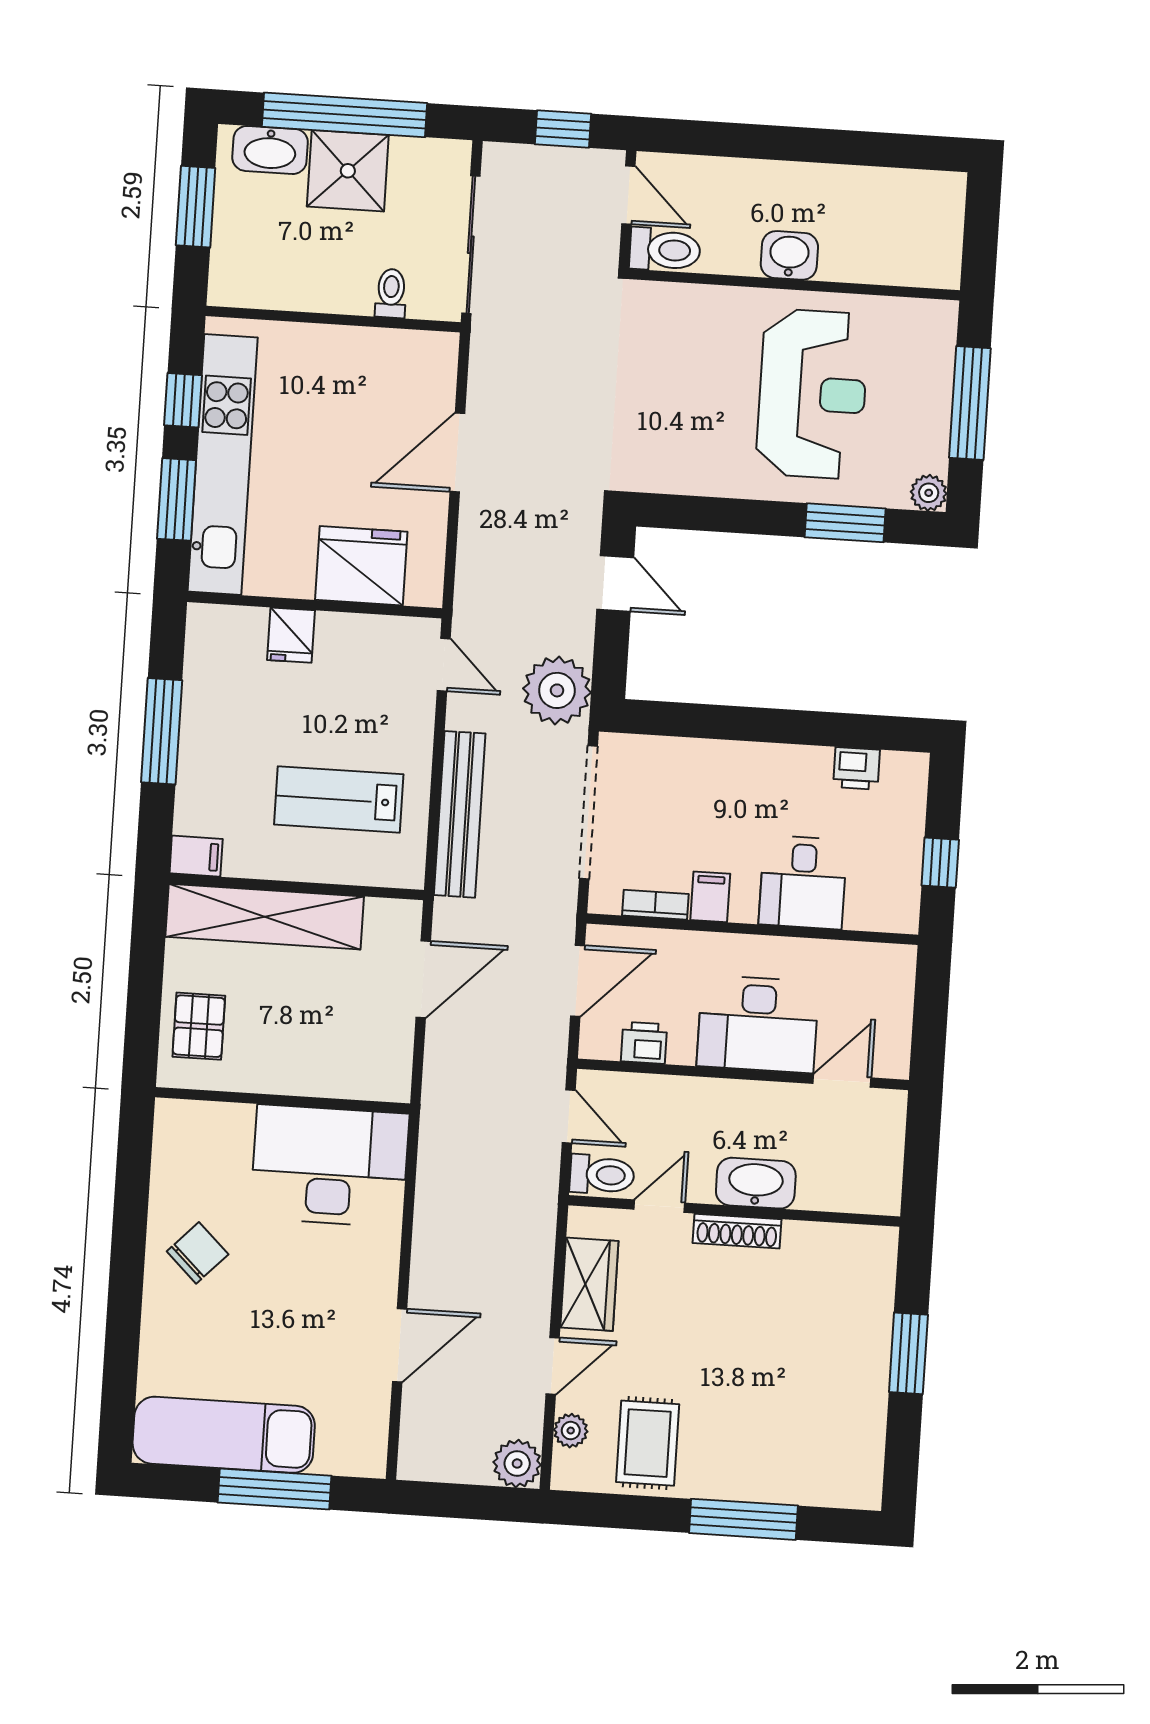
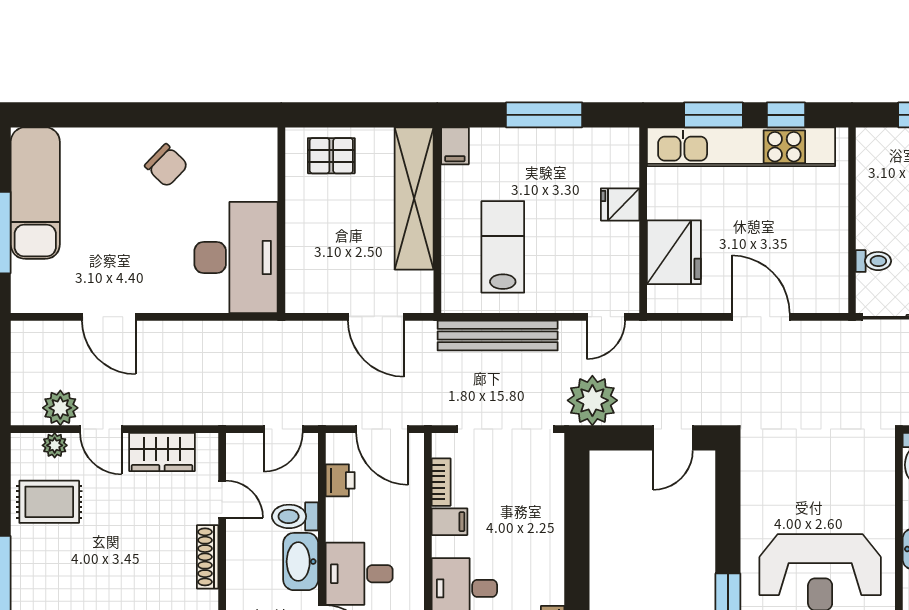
desk: (758, 1024) -> (359, 574), width x0.73
toilet: (602, 1175) -> (295, 516), moved, turned 90
washbasin: (756, 1183) -> (301, 562), moved, turned 180
plant: (517, 1464) -> (60, 408), moved

